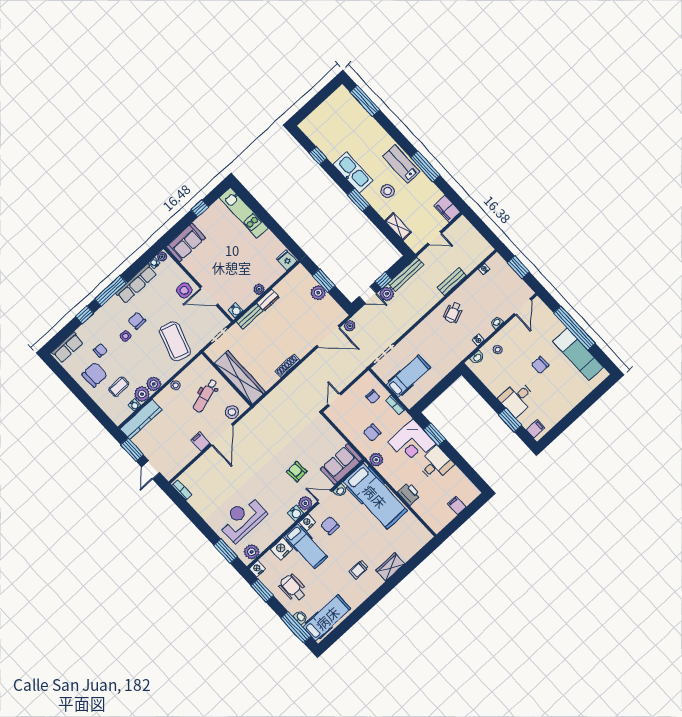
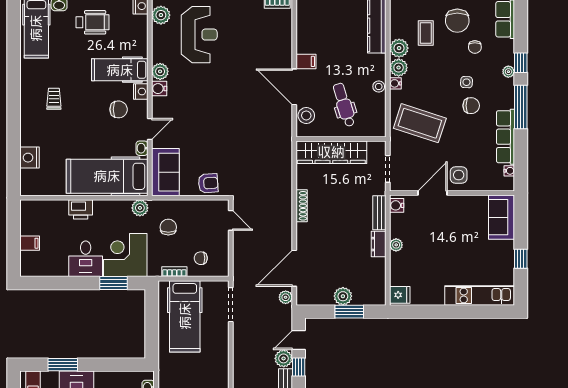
plant: (162, 257) -> (508, 72), moved
hospital bed: (408, 376) -> (185, 316), width x1.37, depth x1.29
water cooler: (134, 405) -> (395, 83), moved
armchair: (297, 472) -> (208, 183), moved
plant: (305, 503) -> (160, 71), moved
nightstand: (281, 549) -> (30, 158), moved, turned 180
wardrobe: (390, 567) -> (29, 130), removed

